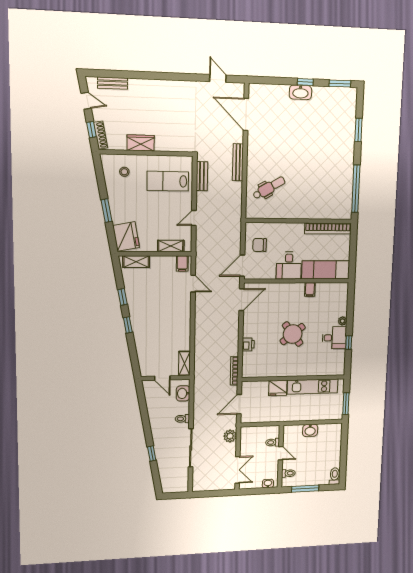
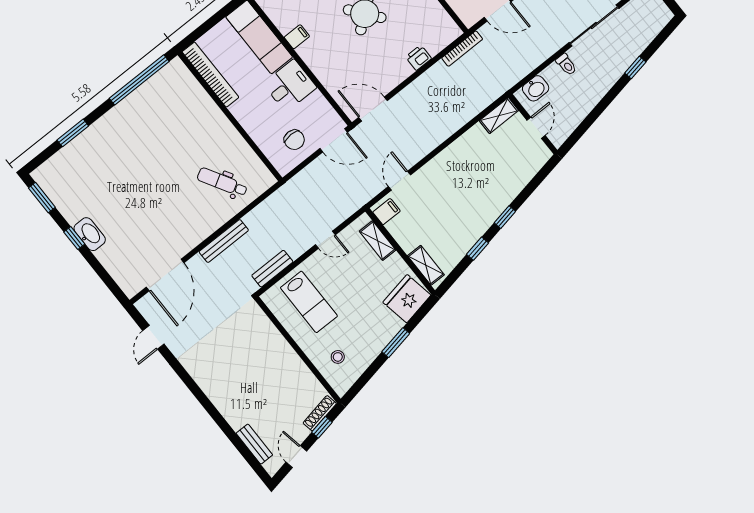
wardrobe: (141, 143) -> (292, 364), removed

